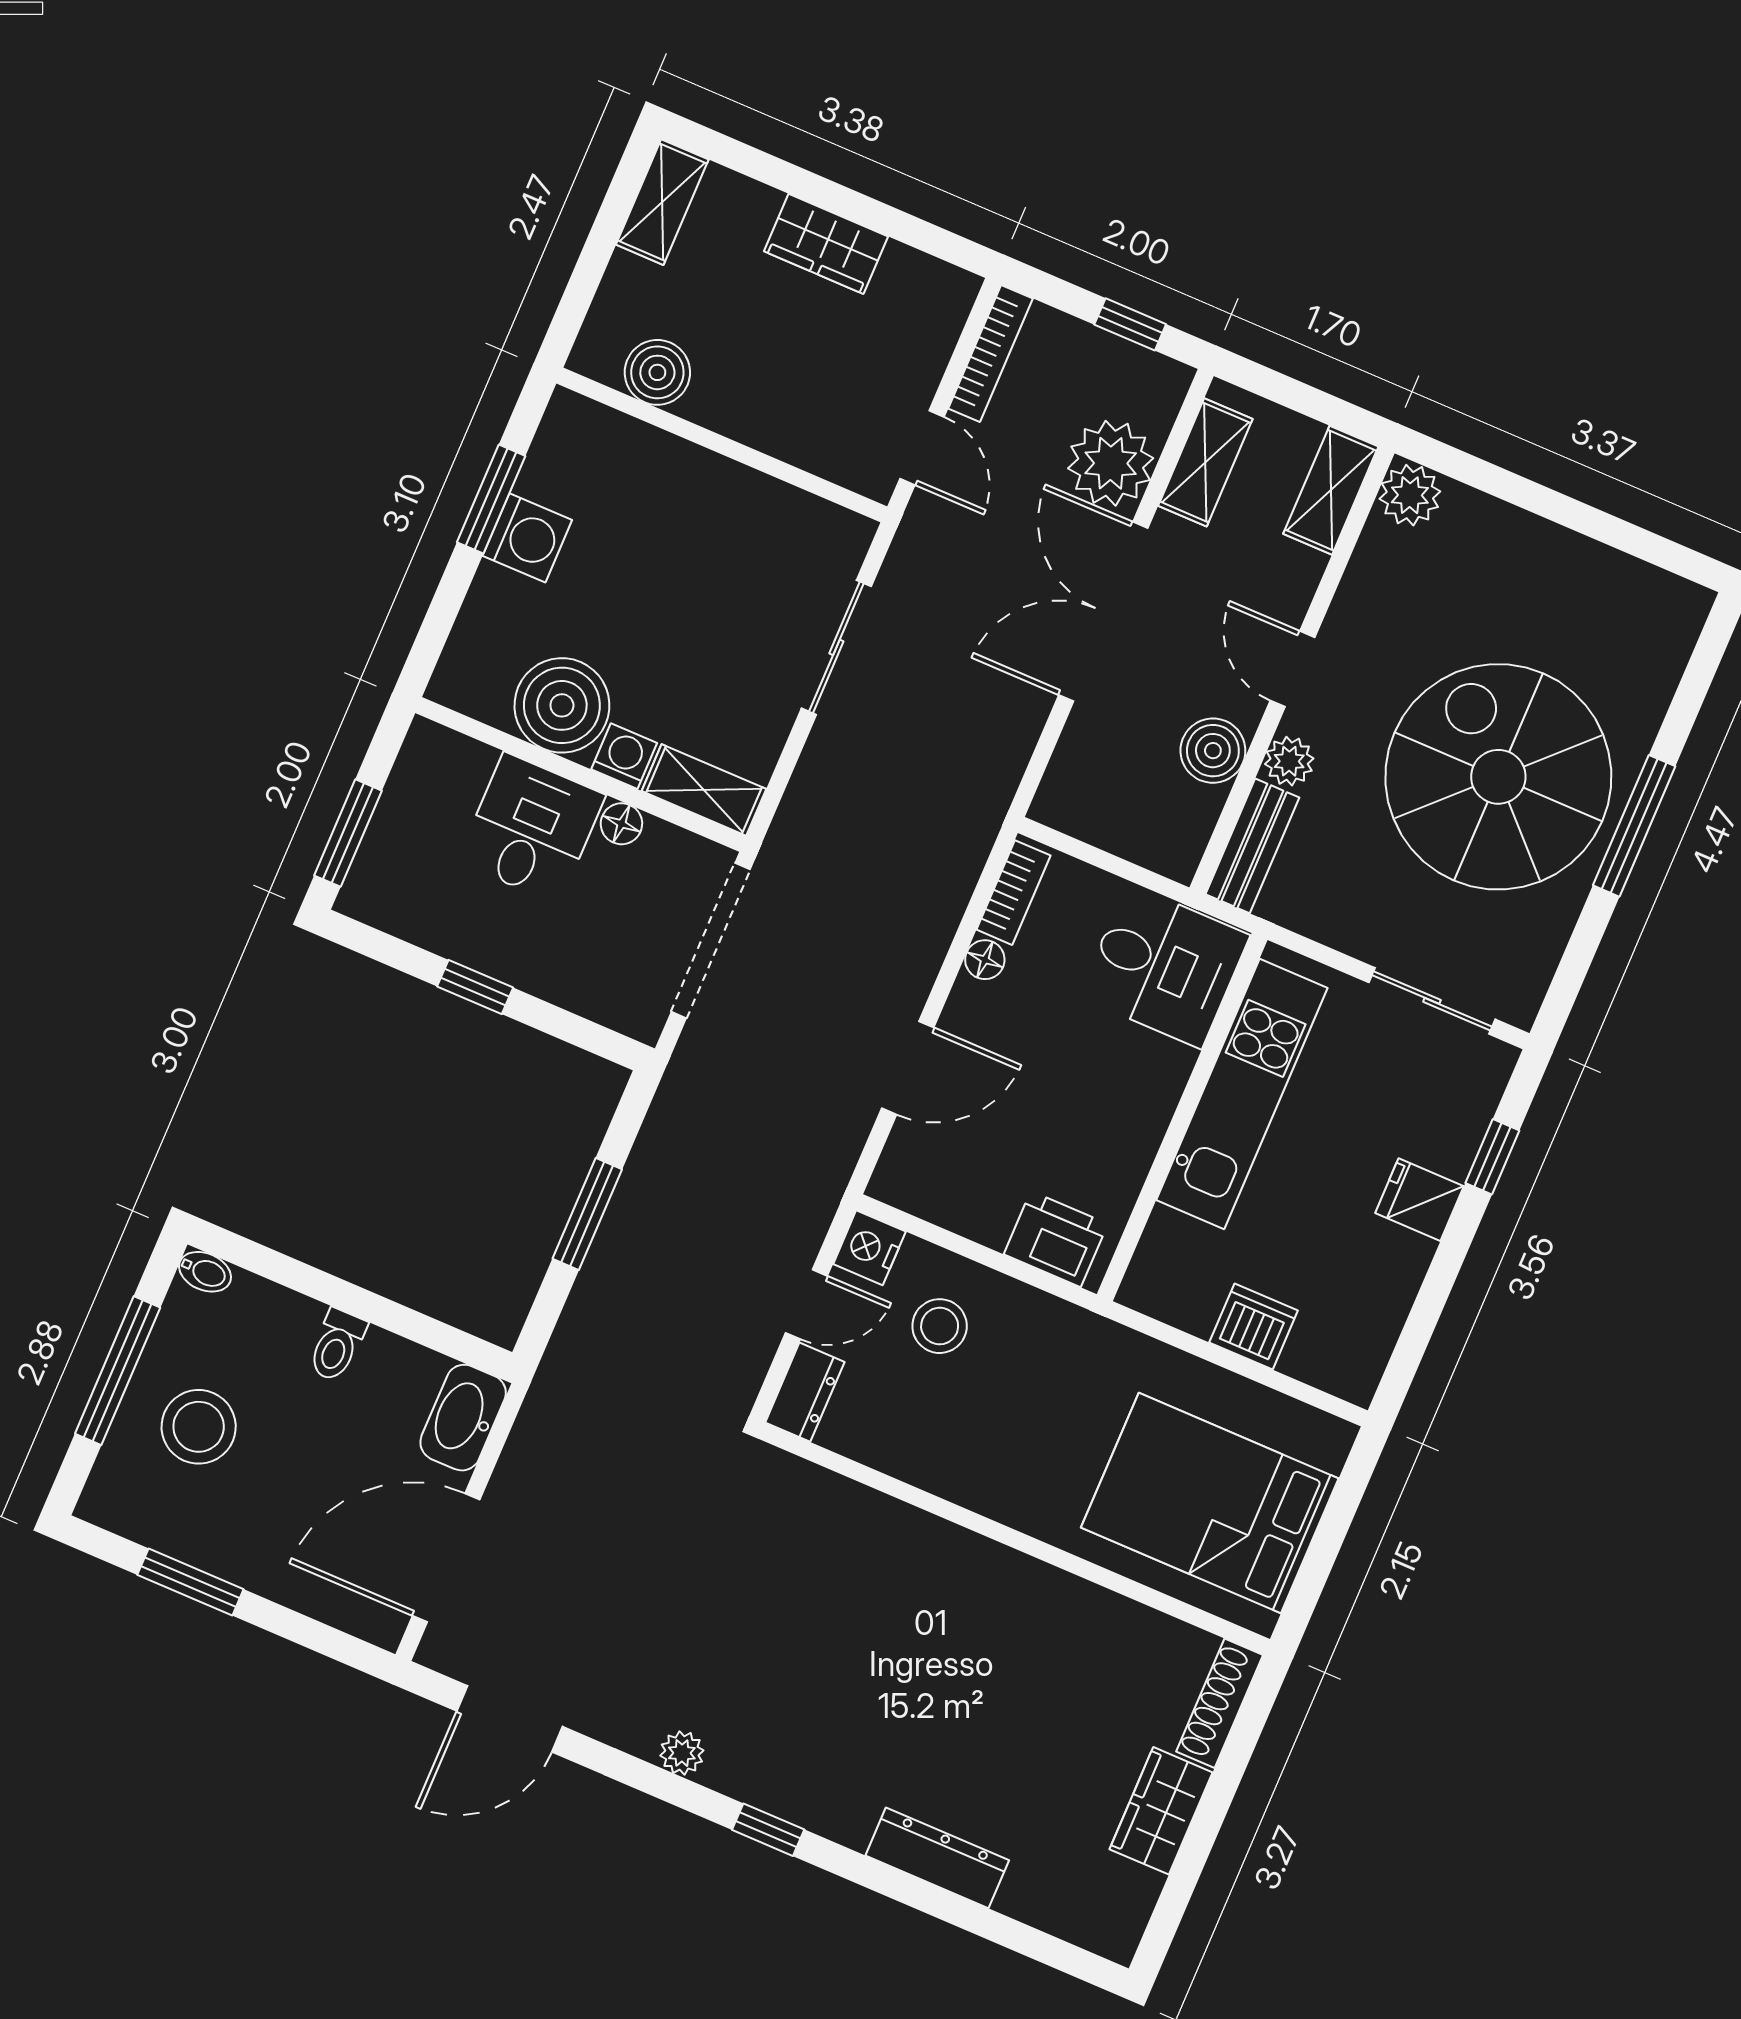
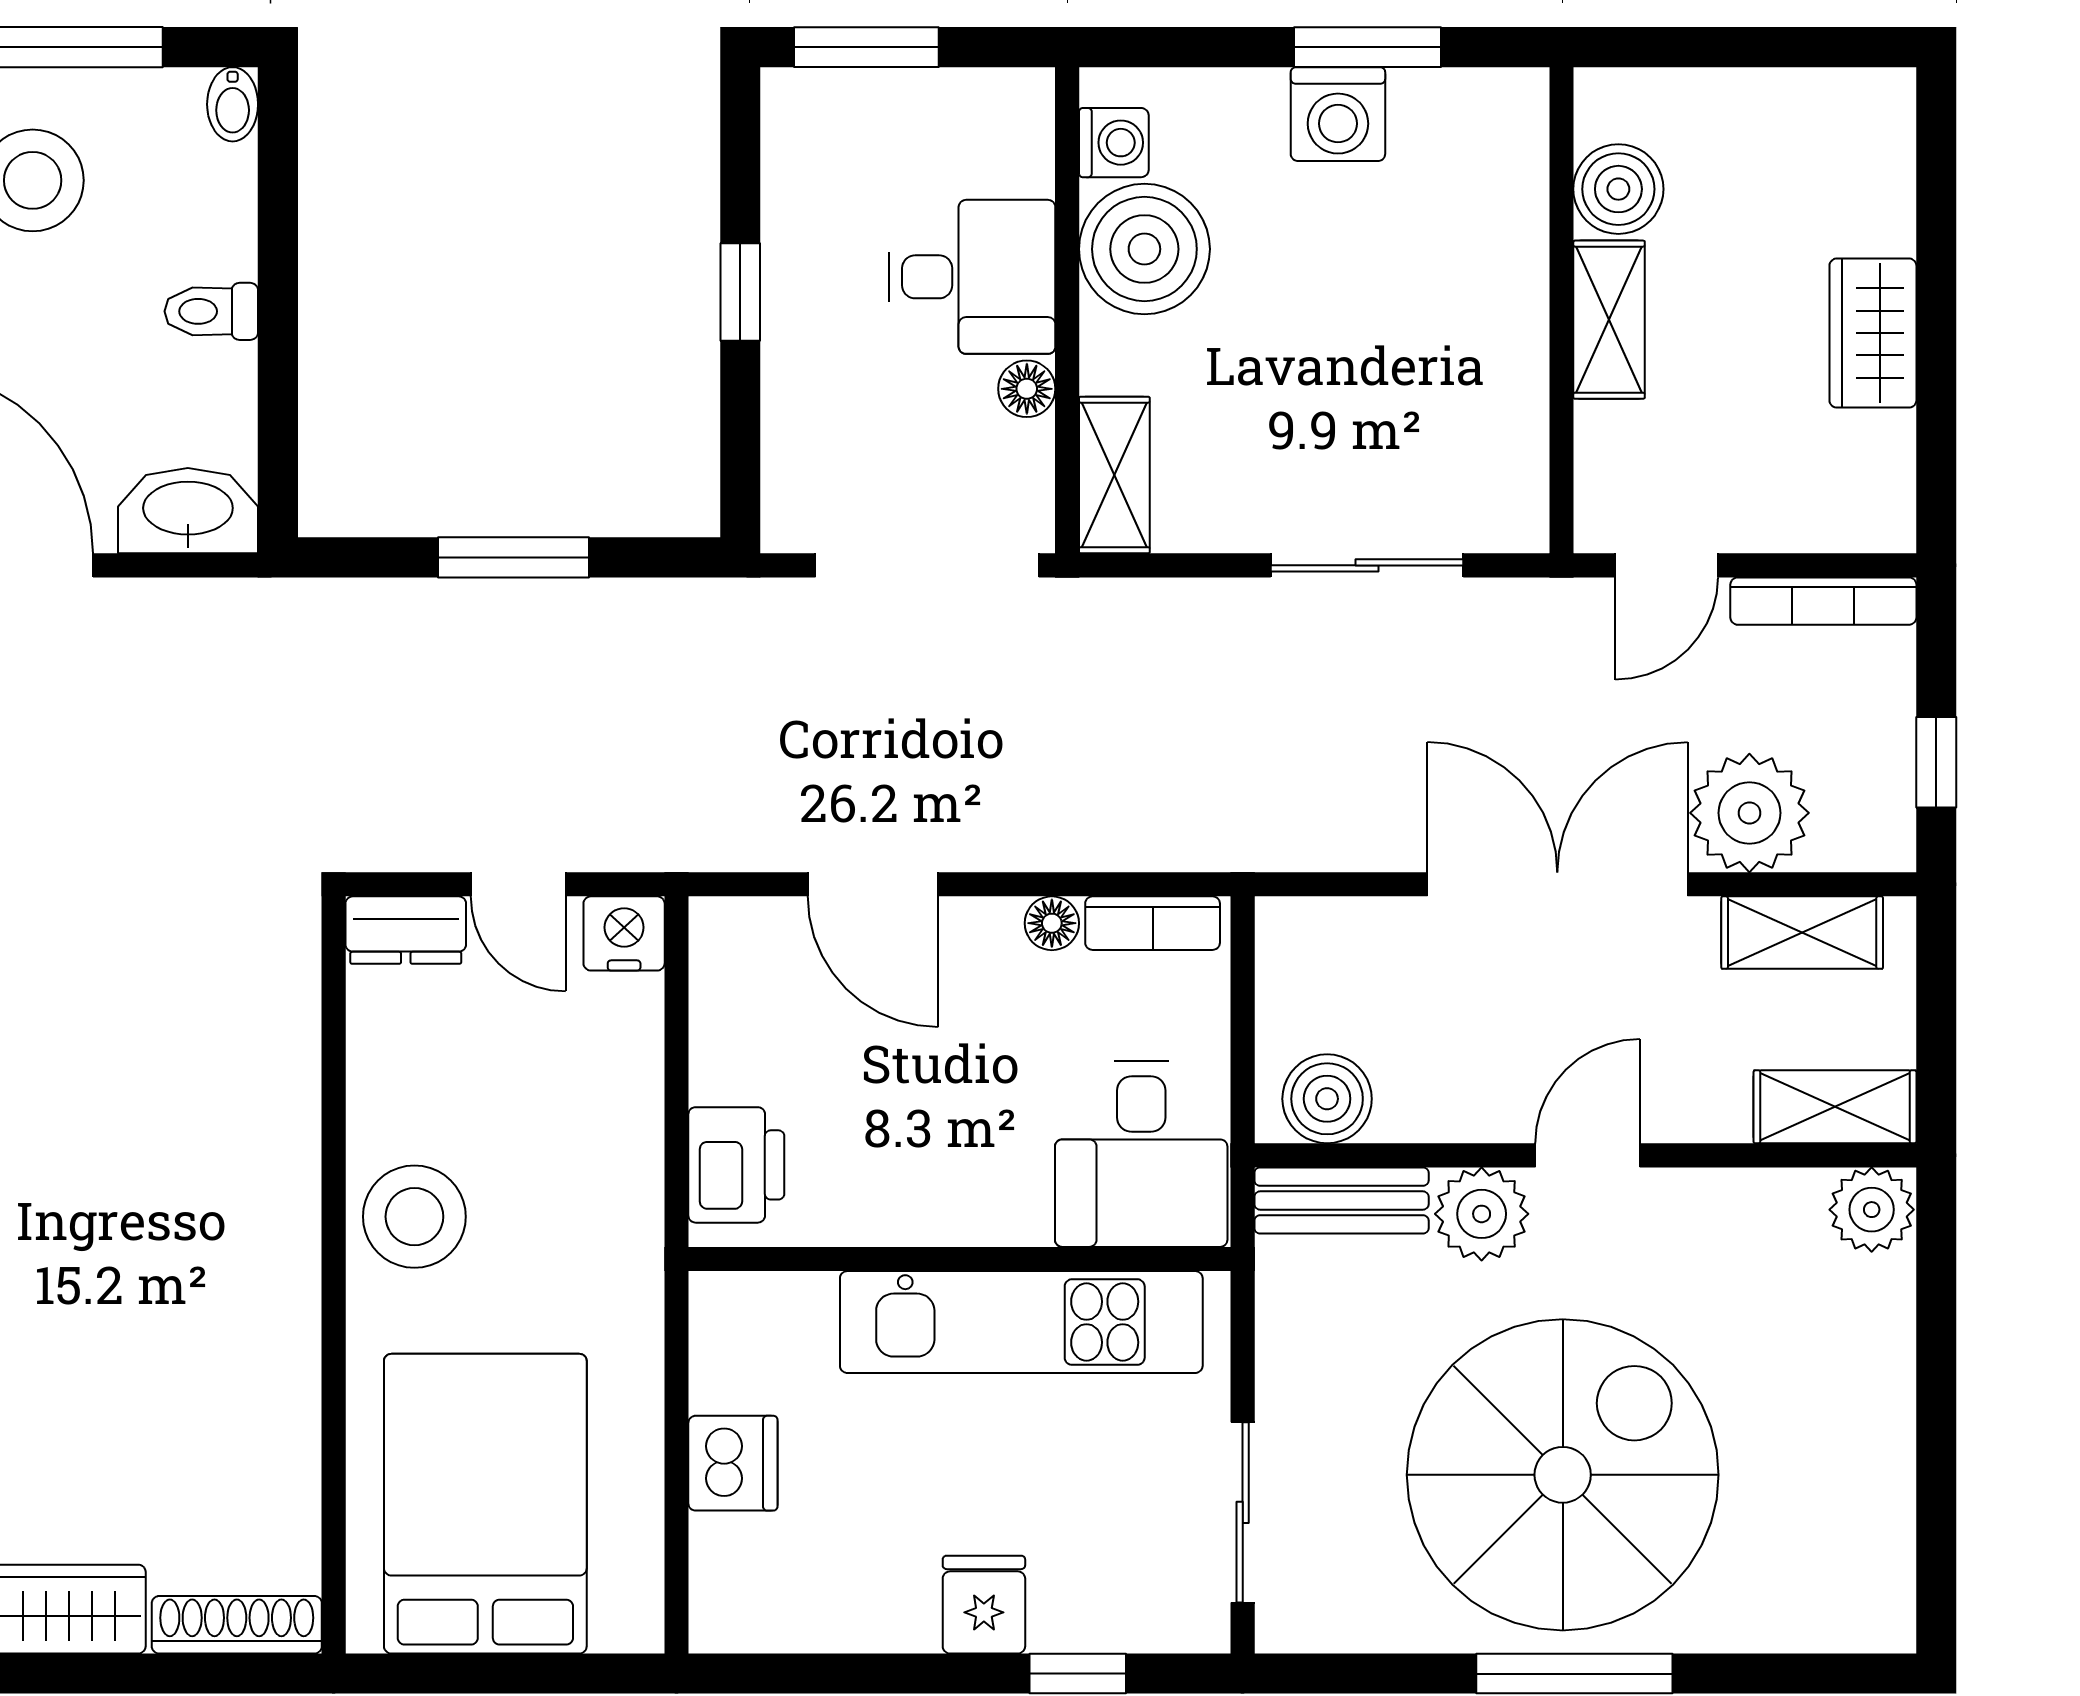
shelving: (662, 202) -> (1609, 320), moved, turned 90
boiler: (1213, 751) -> (1327, 1099), moved
washing machine: (624, 756) -> (1114, 143), moved
plant: (1289, 761) -> (1482, 1214), width x1.38, depth x1.38
stool: (940, 1326) -> (414, 1217), moved, width x1.38, depth x1.38

